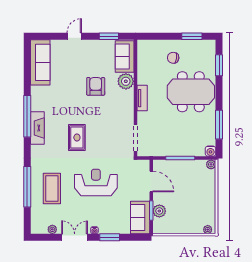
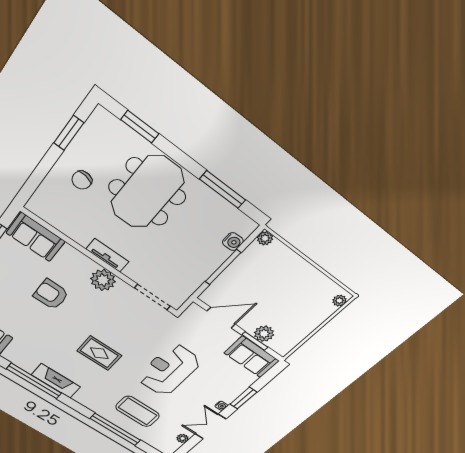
plant: (126, 81) -> (103, 280), moved
water cooler: (211, 151) -> (233, 242), moved

